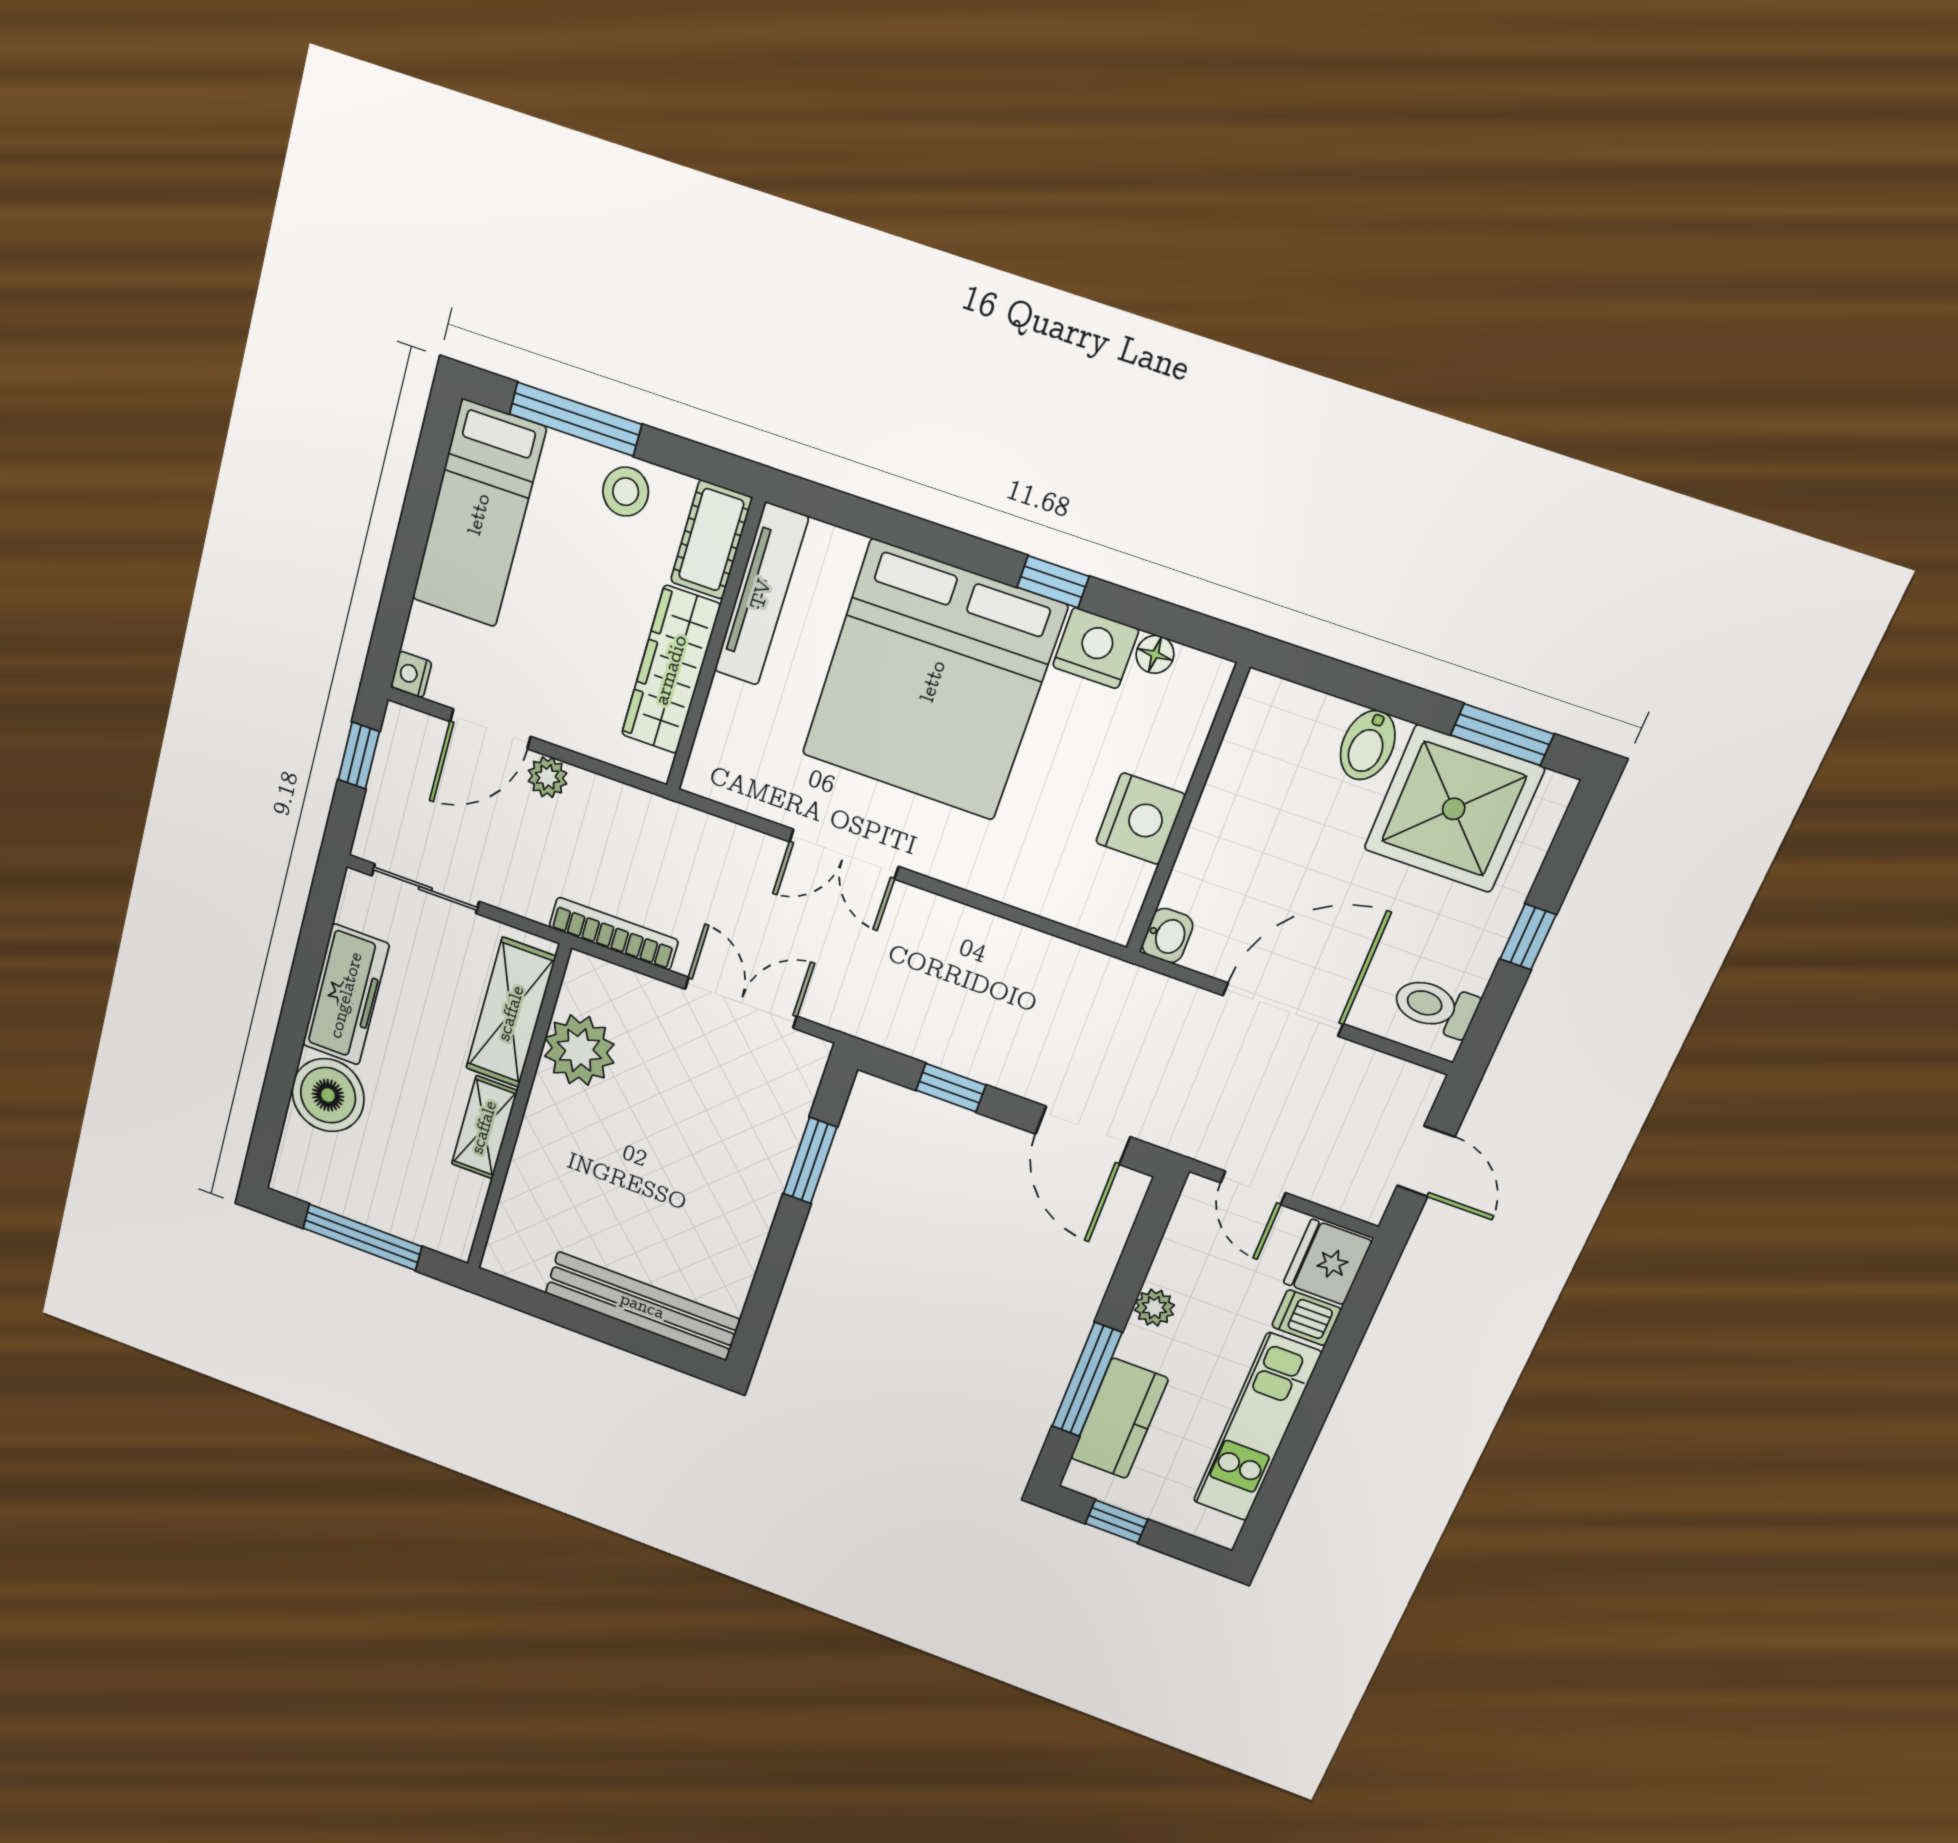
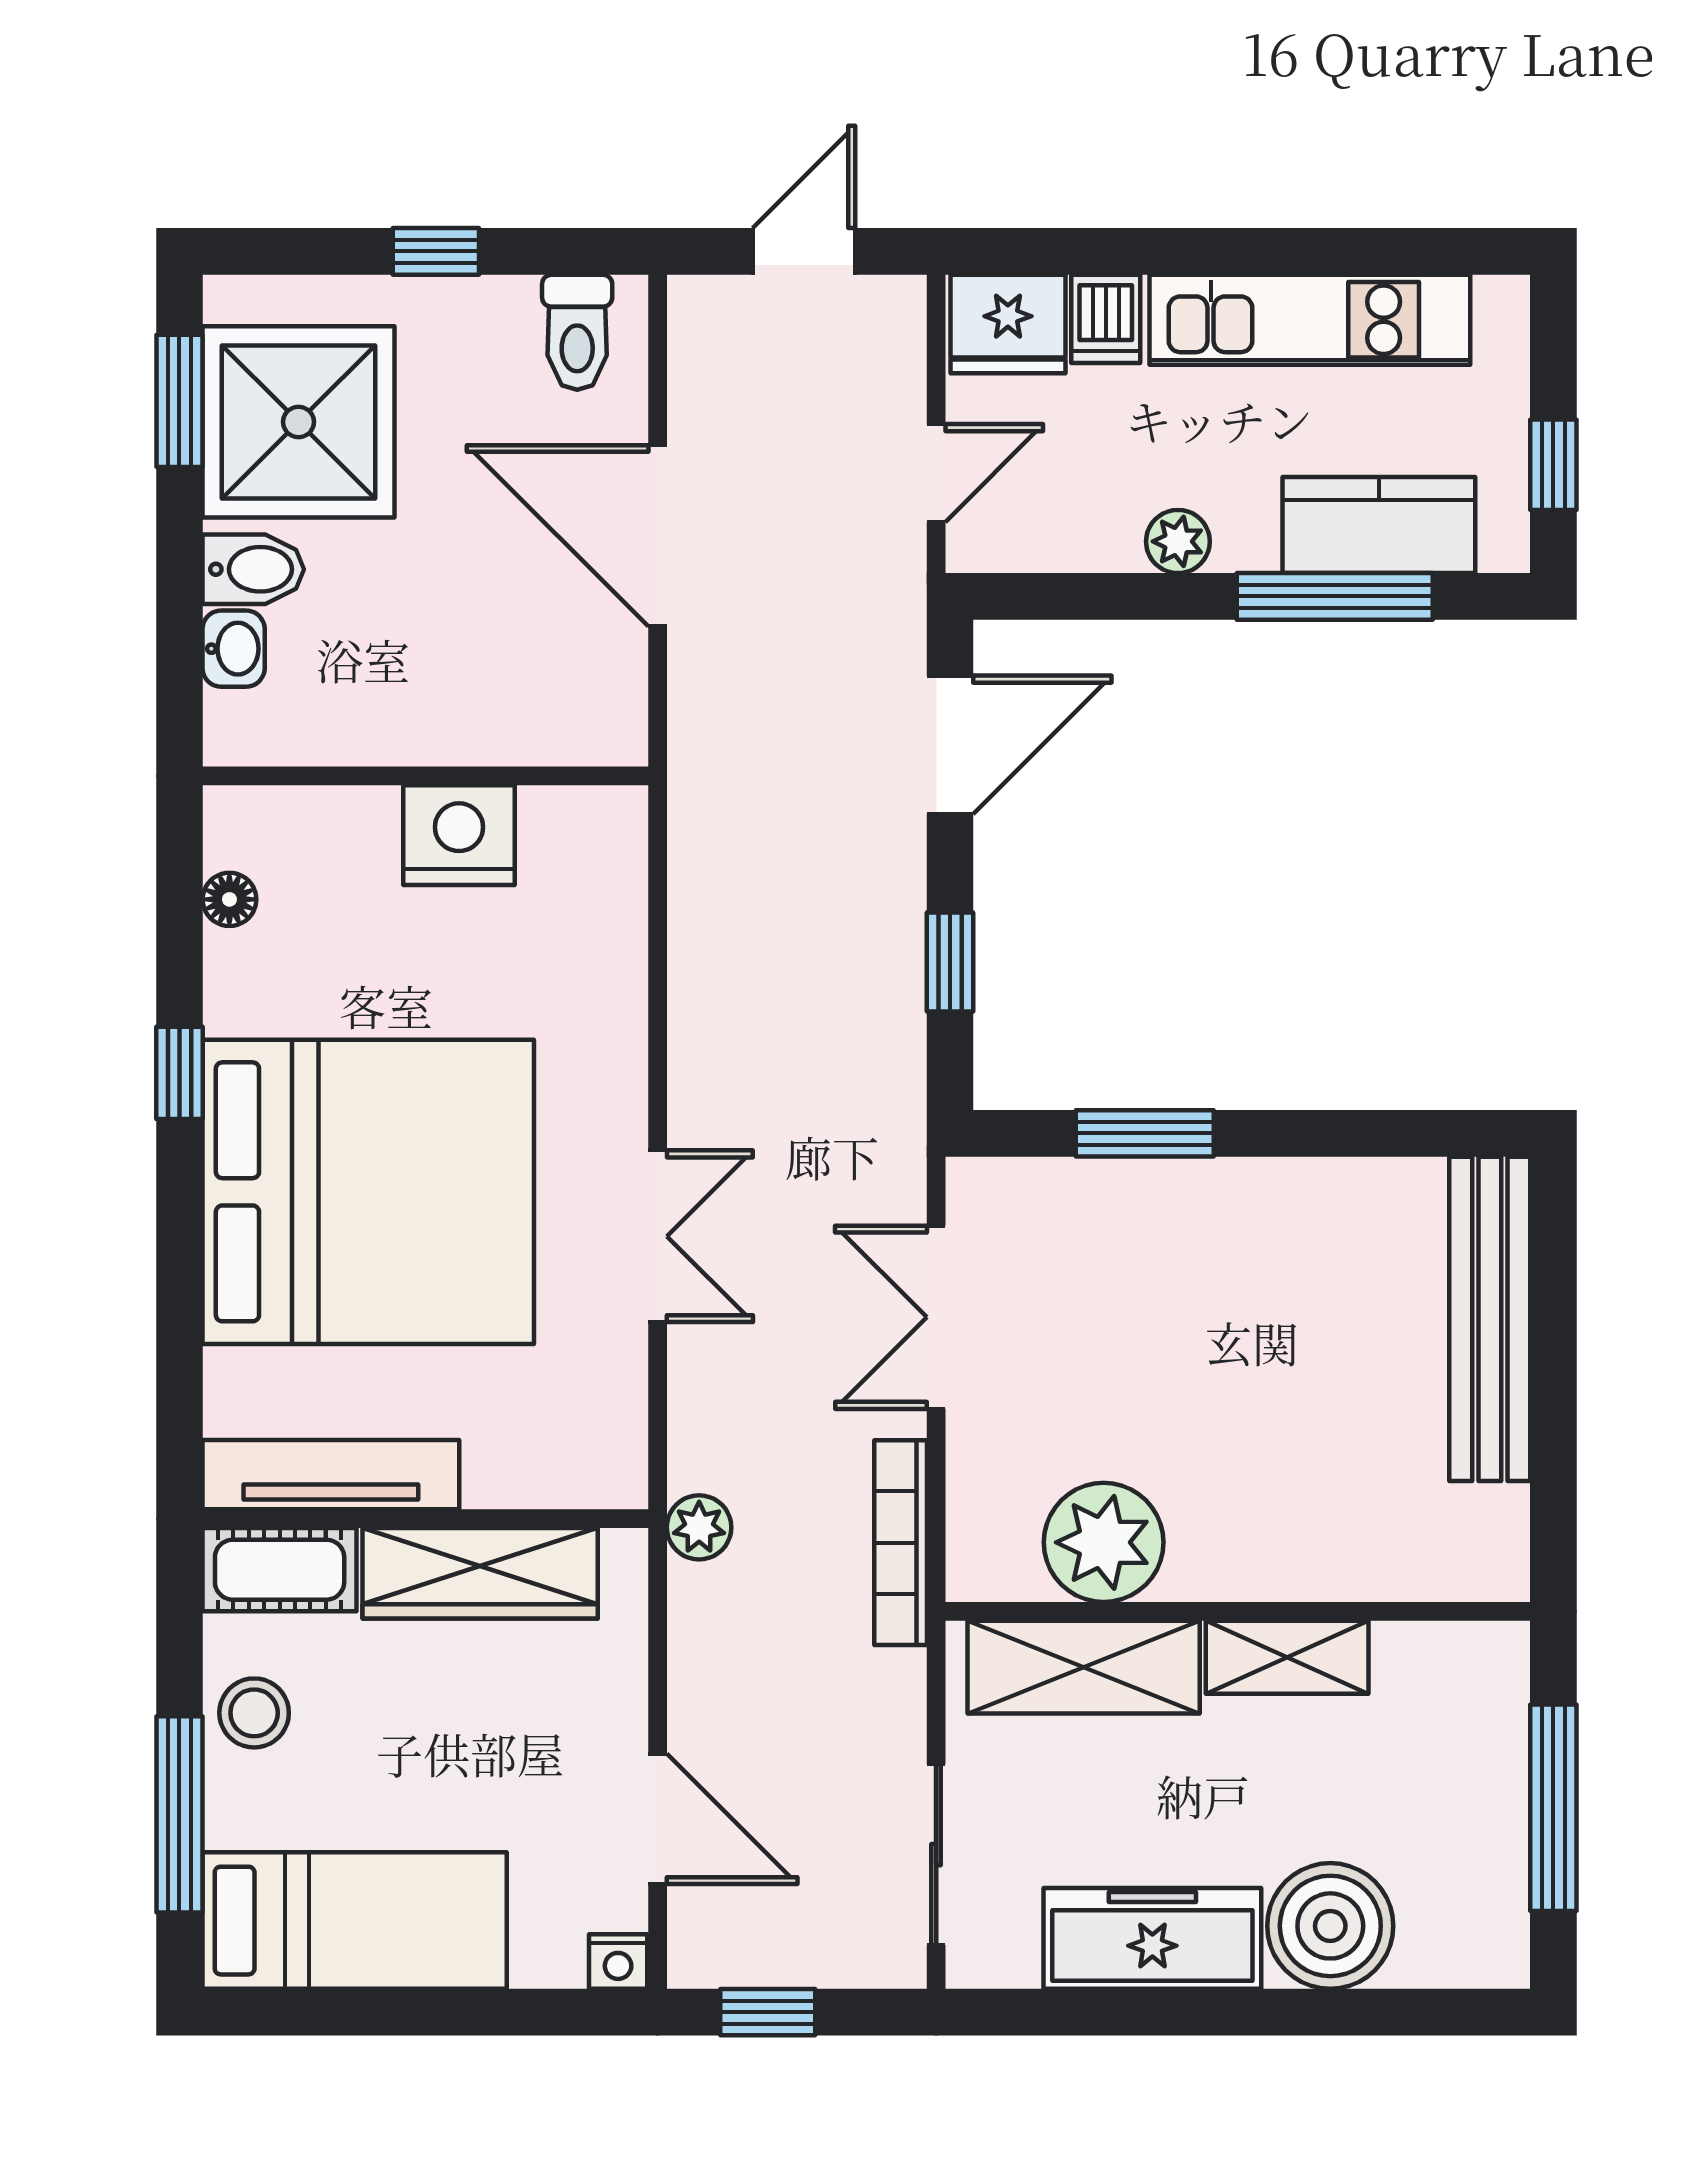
nightstand: (1096, 648) -> (248, 983), removed
plant: (547, 777) -> (699, 1527), moved
washbasin: (1167, 936) -> (234, 649), moved, turned 90

